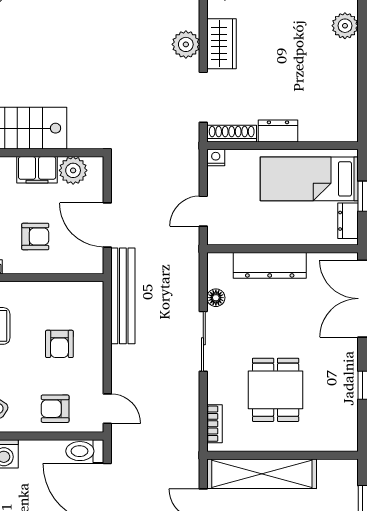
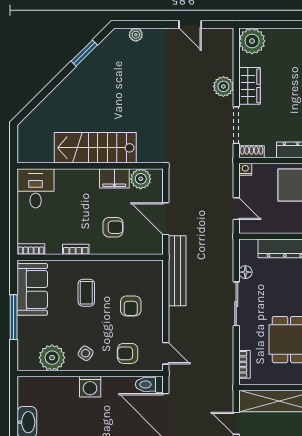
shoe rack: (232, 134) -> (252, 152), width x0.70
door: (203, 211) -> (236, 209), swing flipped

